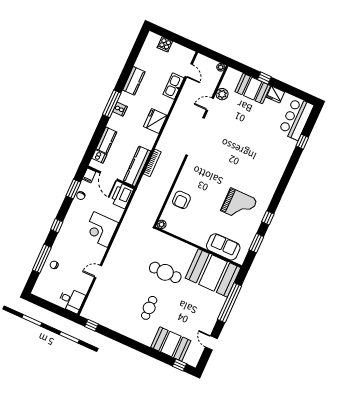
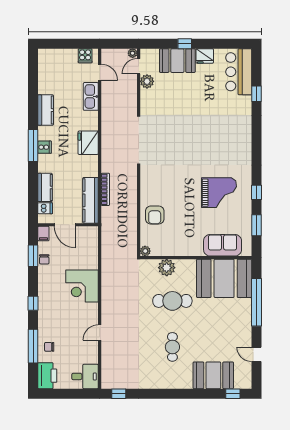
cooker: (165, 44) -> (85, 56), moved
door: (210, 104) -> (139, 66), moved
printer: (122, 196) -> (47, 376), moved, turned 180
plant: (172, 245) -> (167, 268), added

